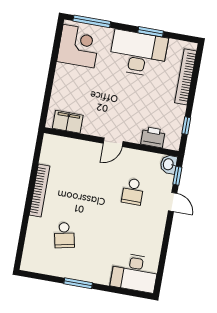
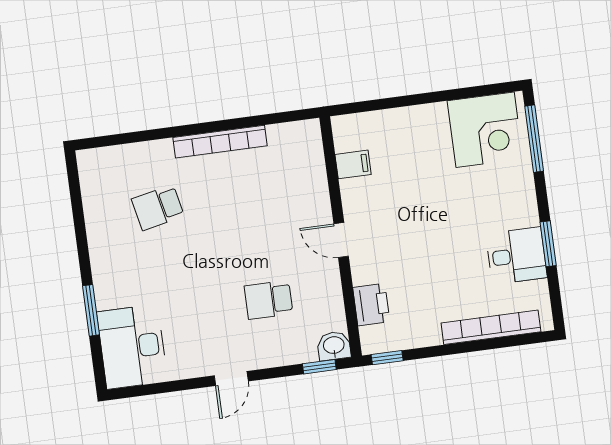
desk: (138, 53) -> (516, 256), width x0.53, depth x0.77
filing cabinet: (68, 122) -> (353, 164), width x0.50
window: (186, 126) -> (387, 358), moved
door: (173, 202) -> (231, 378), moved
window: (78, 283) -> (91, 310), moved

